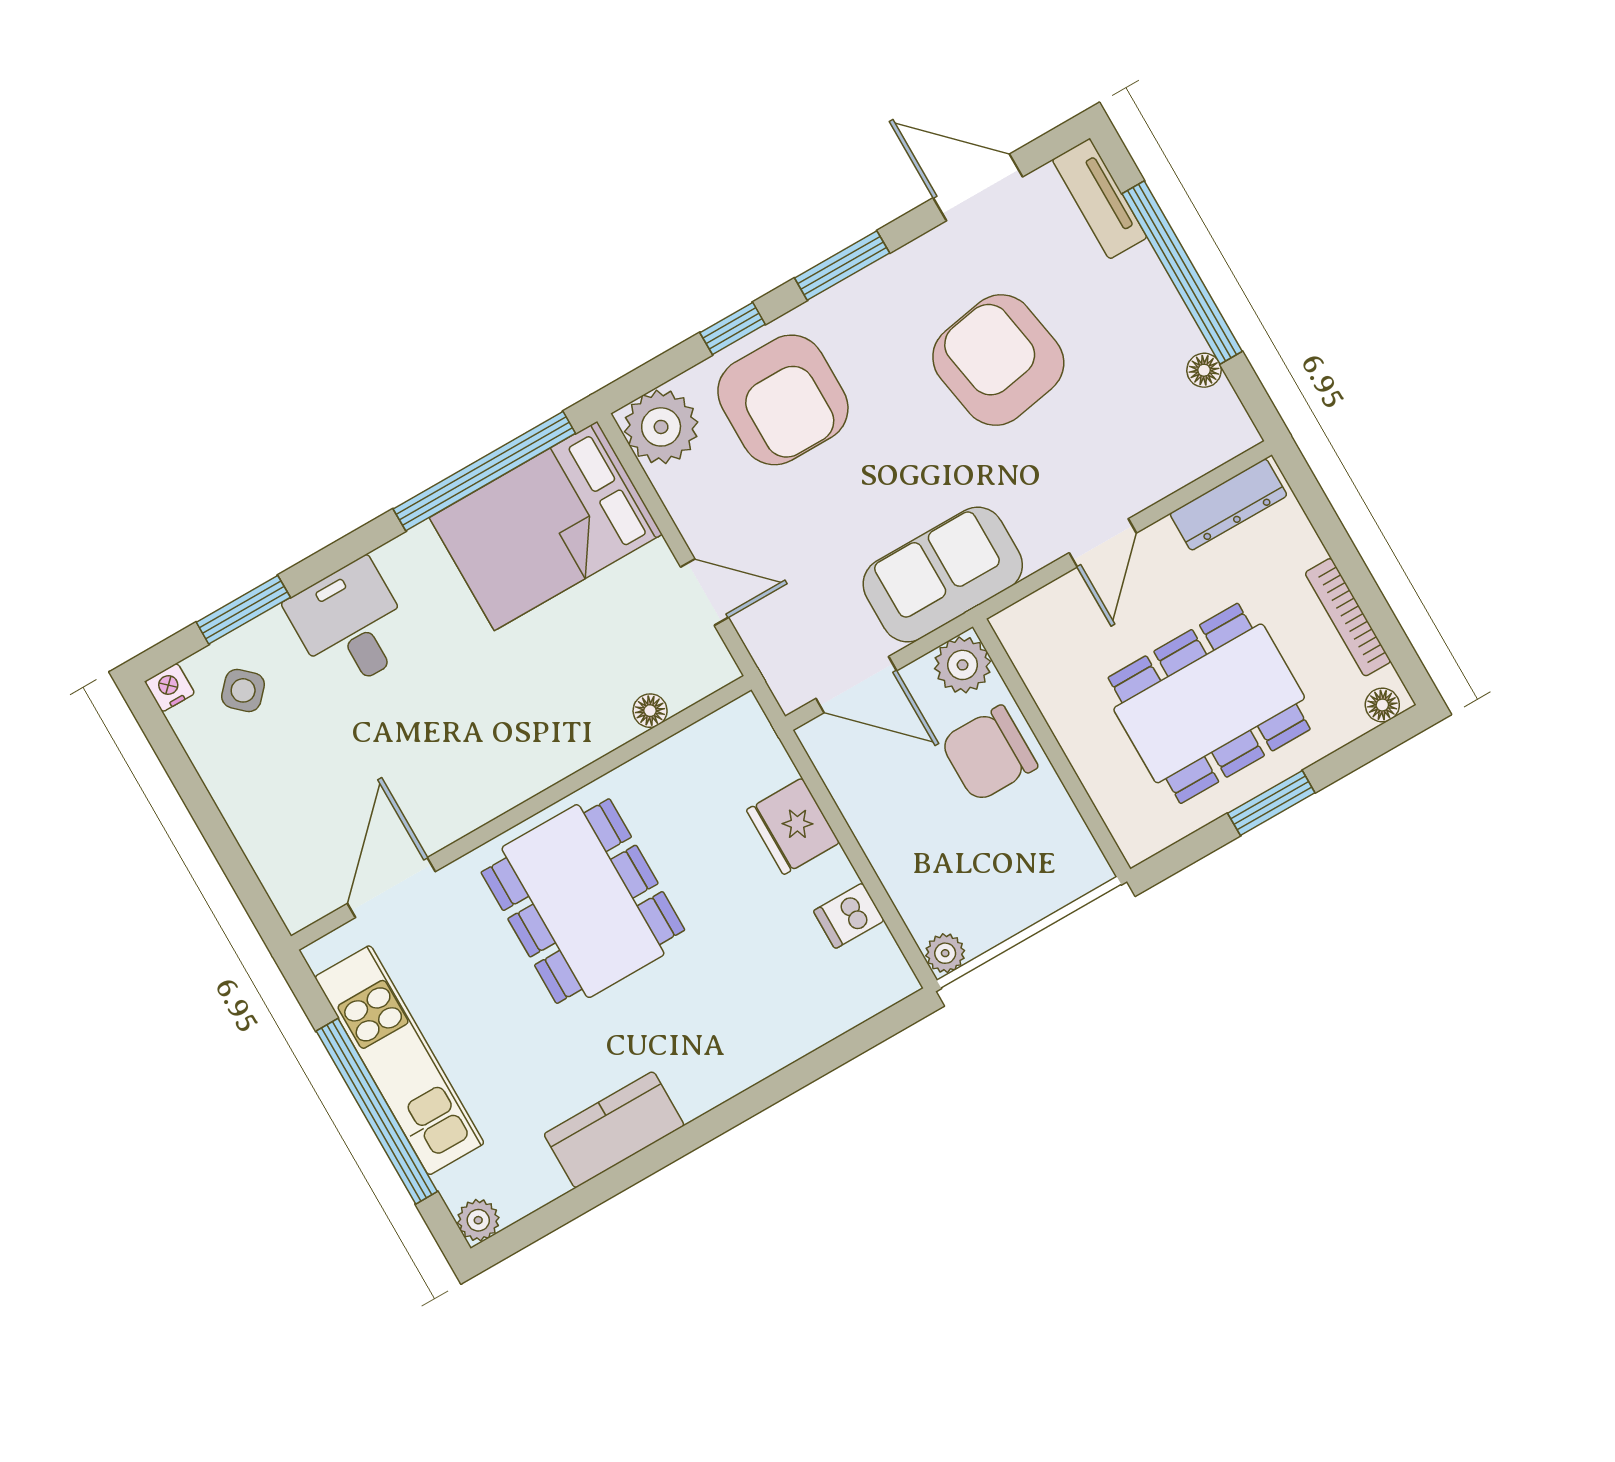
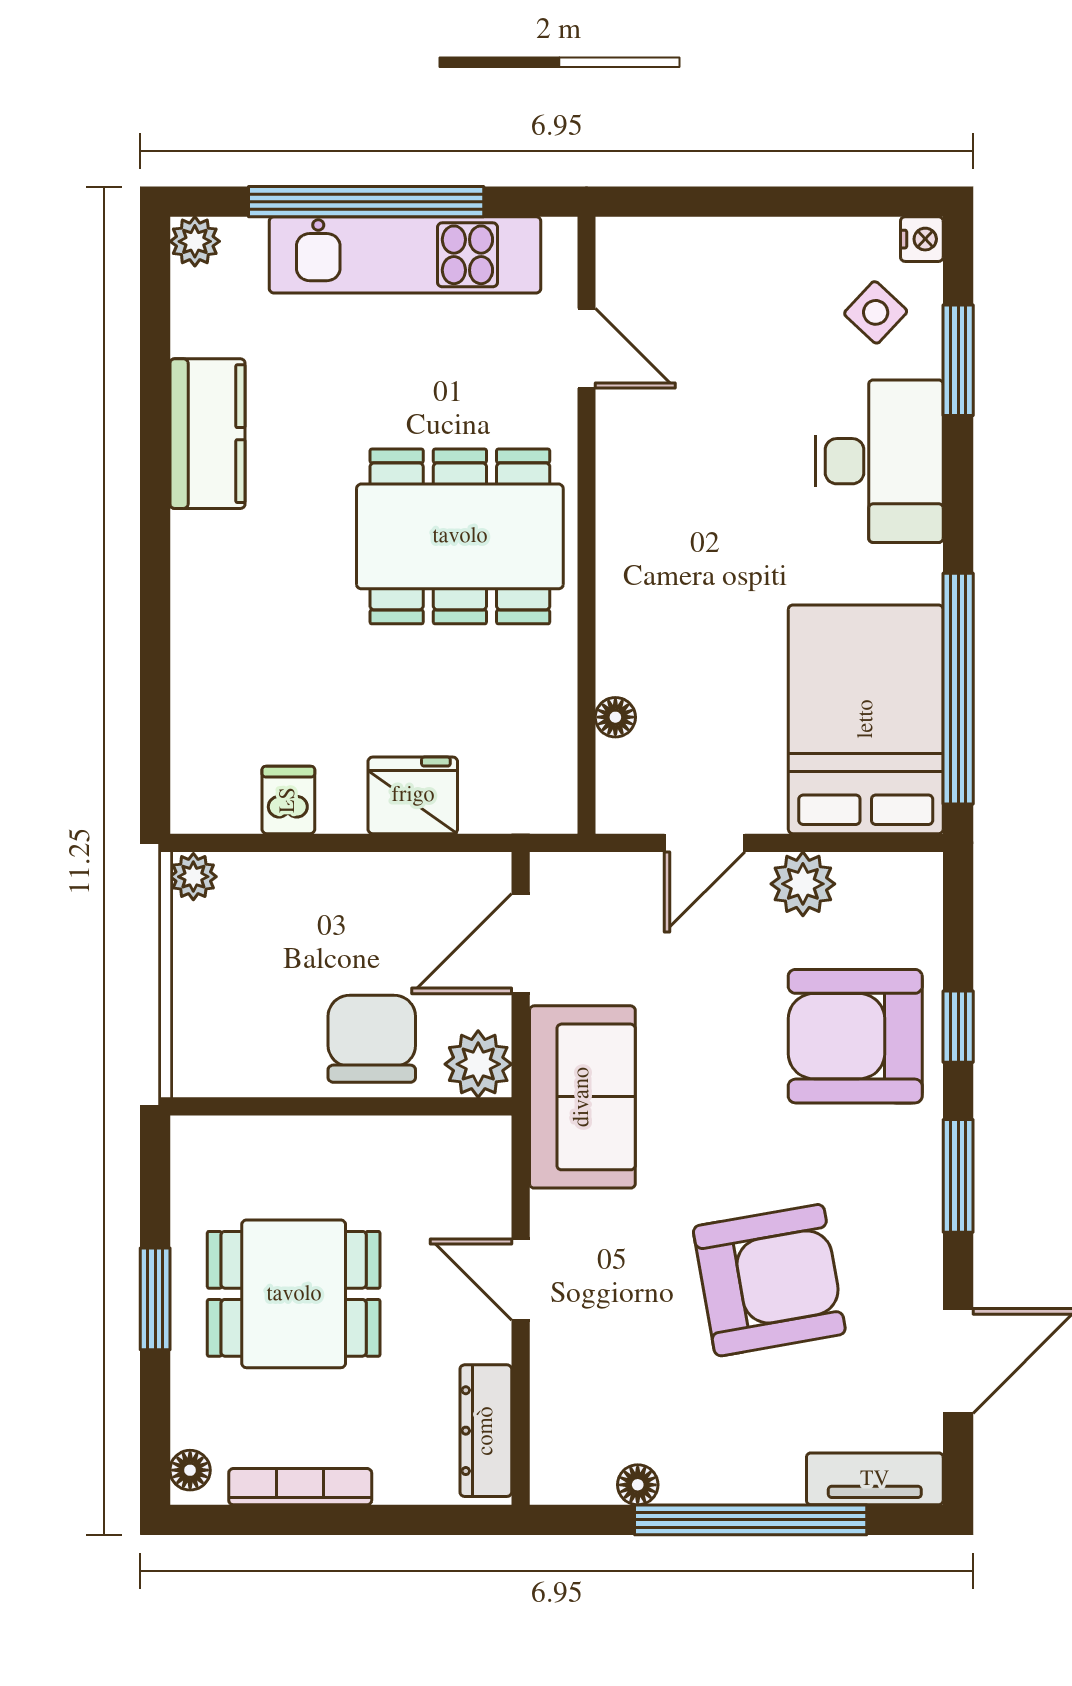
plant: (661, 427) -> (803, 884), moved, width x0.73, depth x0.73
desk: (351, 625) -> (879, 461), width x1.37
dining table: (1209, 703) -> (294, 1294), width x0.73
door: (391, 888) -> (587, 348), width x0.73

